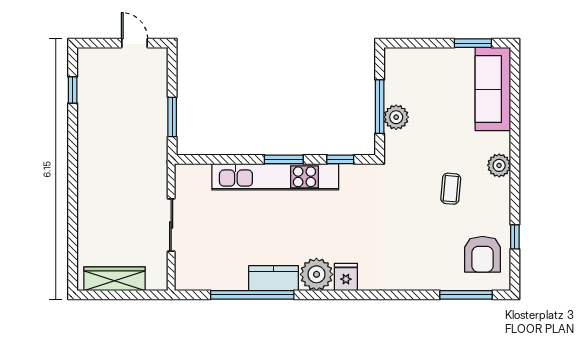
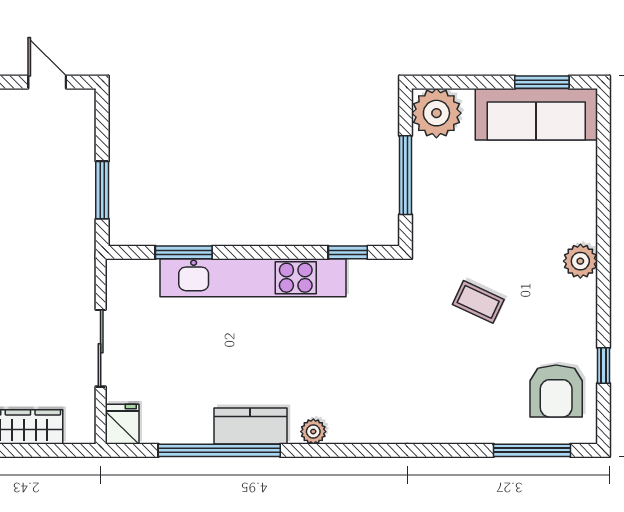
sofa: (493, 89) -> (536, 114), moved, turned -90
plant: (396, 117) -> (436, 113), moved, width x1.36, depth x1.36
window: (284, 159) -> (184, 252), moved
coffee table: (451, 189) -> (478, 302), moved, turned -70
plant: (316, 274) -> (313, 432), width x0.53, depth x0.53
fridge: (346, 277) -> (122, 424), moved

